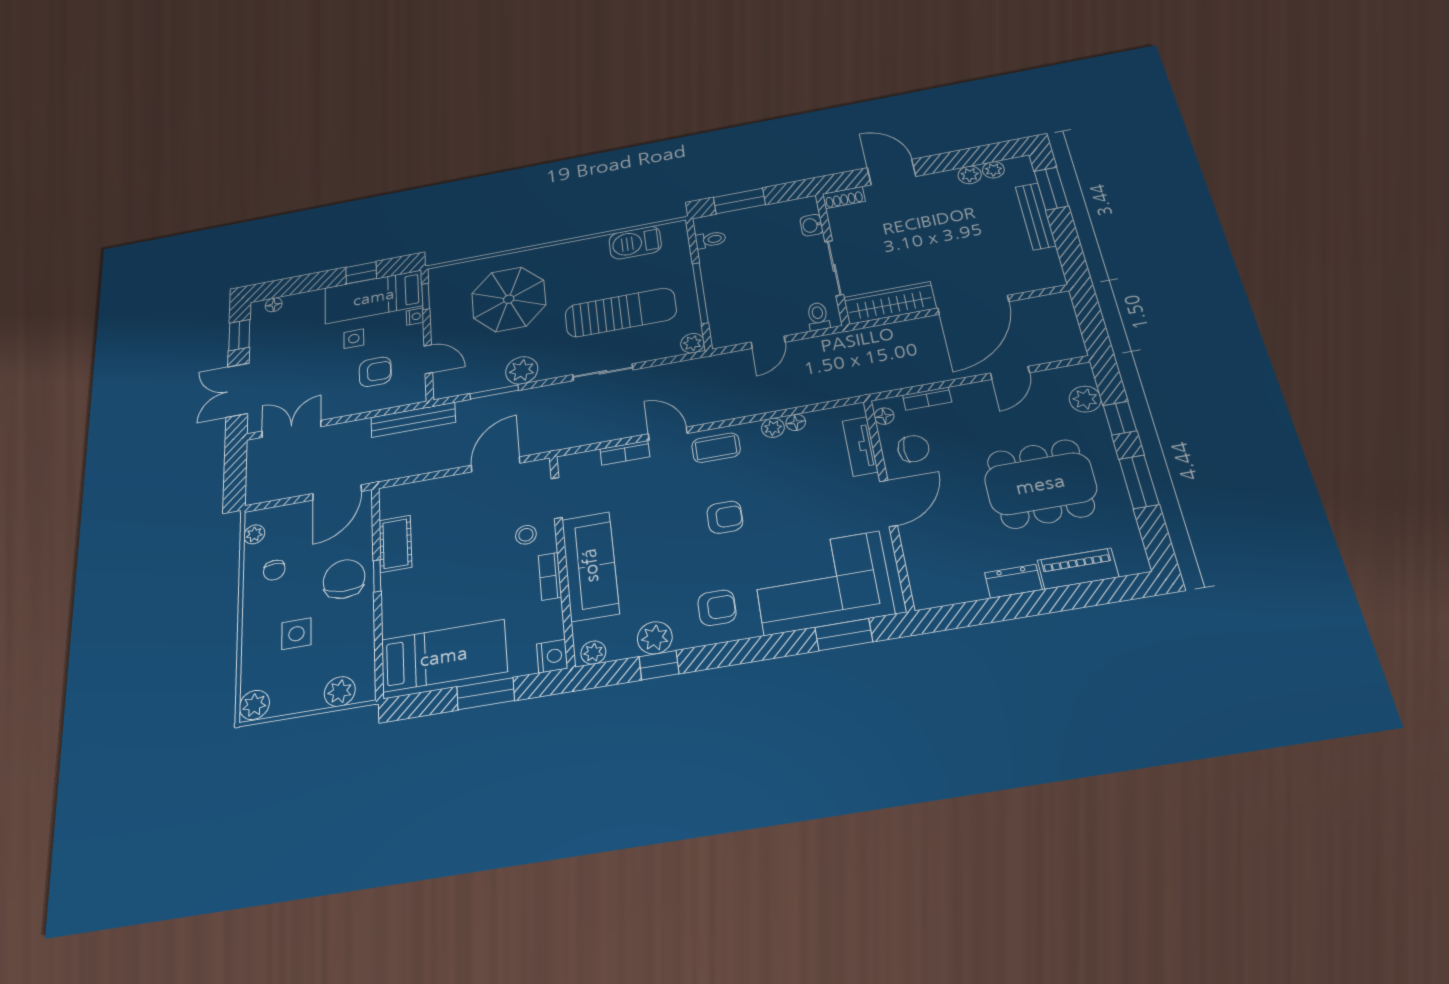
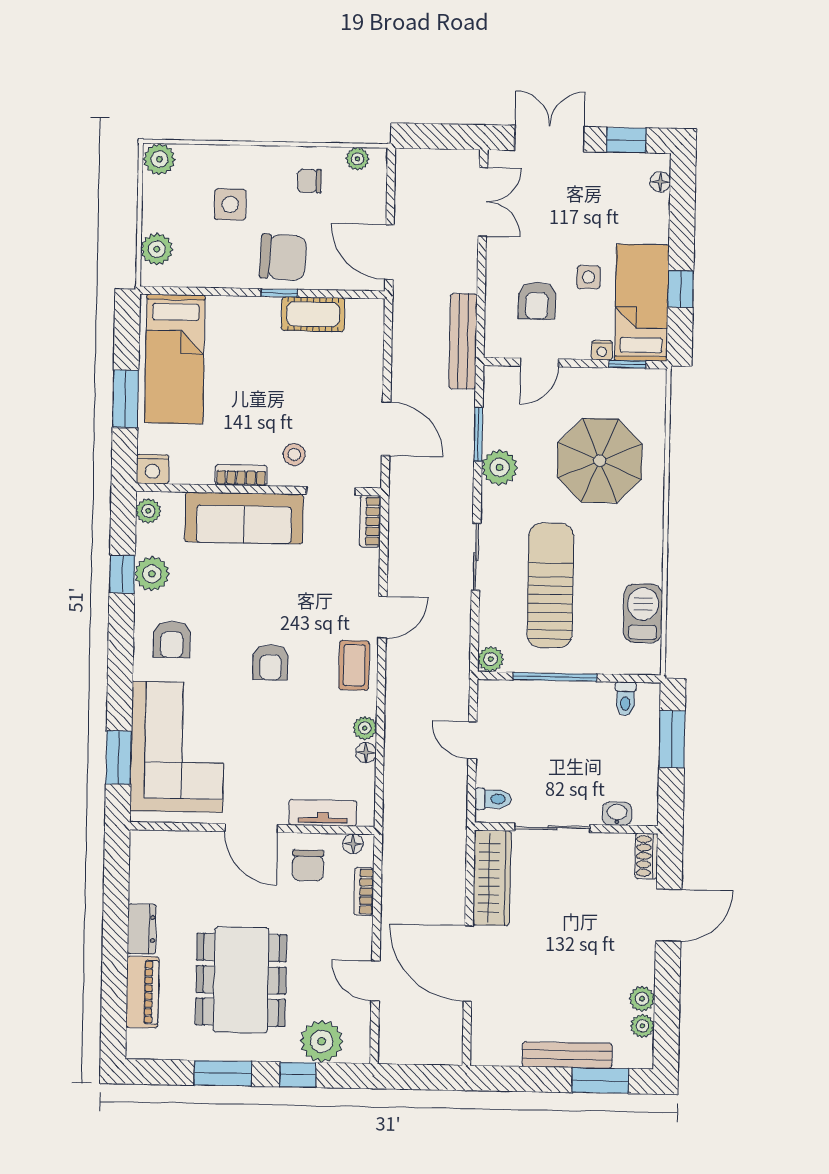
sun lounger: (621, 312) -> (550, 585), turned 180
plant: (1085, 399) -> (322, 1041), width x1.36, depth x1.36
bookcase: (625, 453) -> (370, 521), moved

